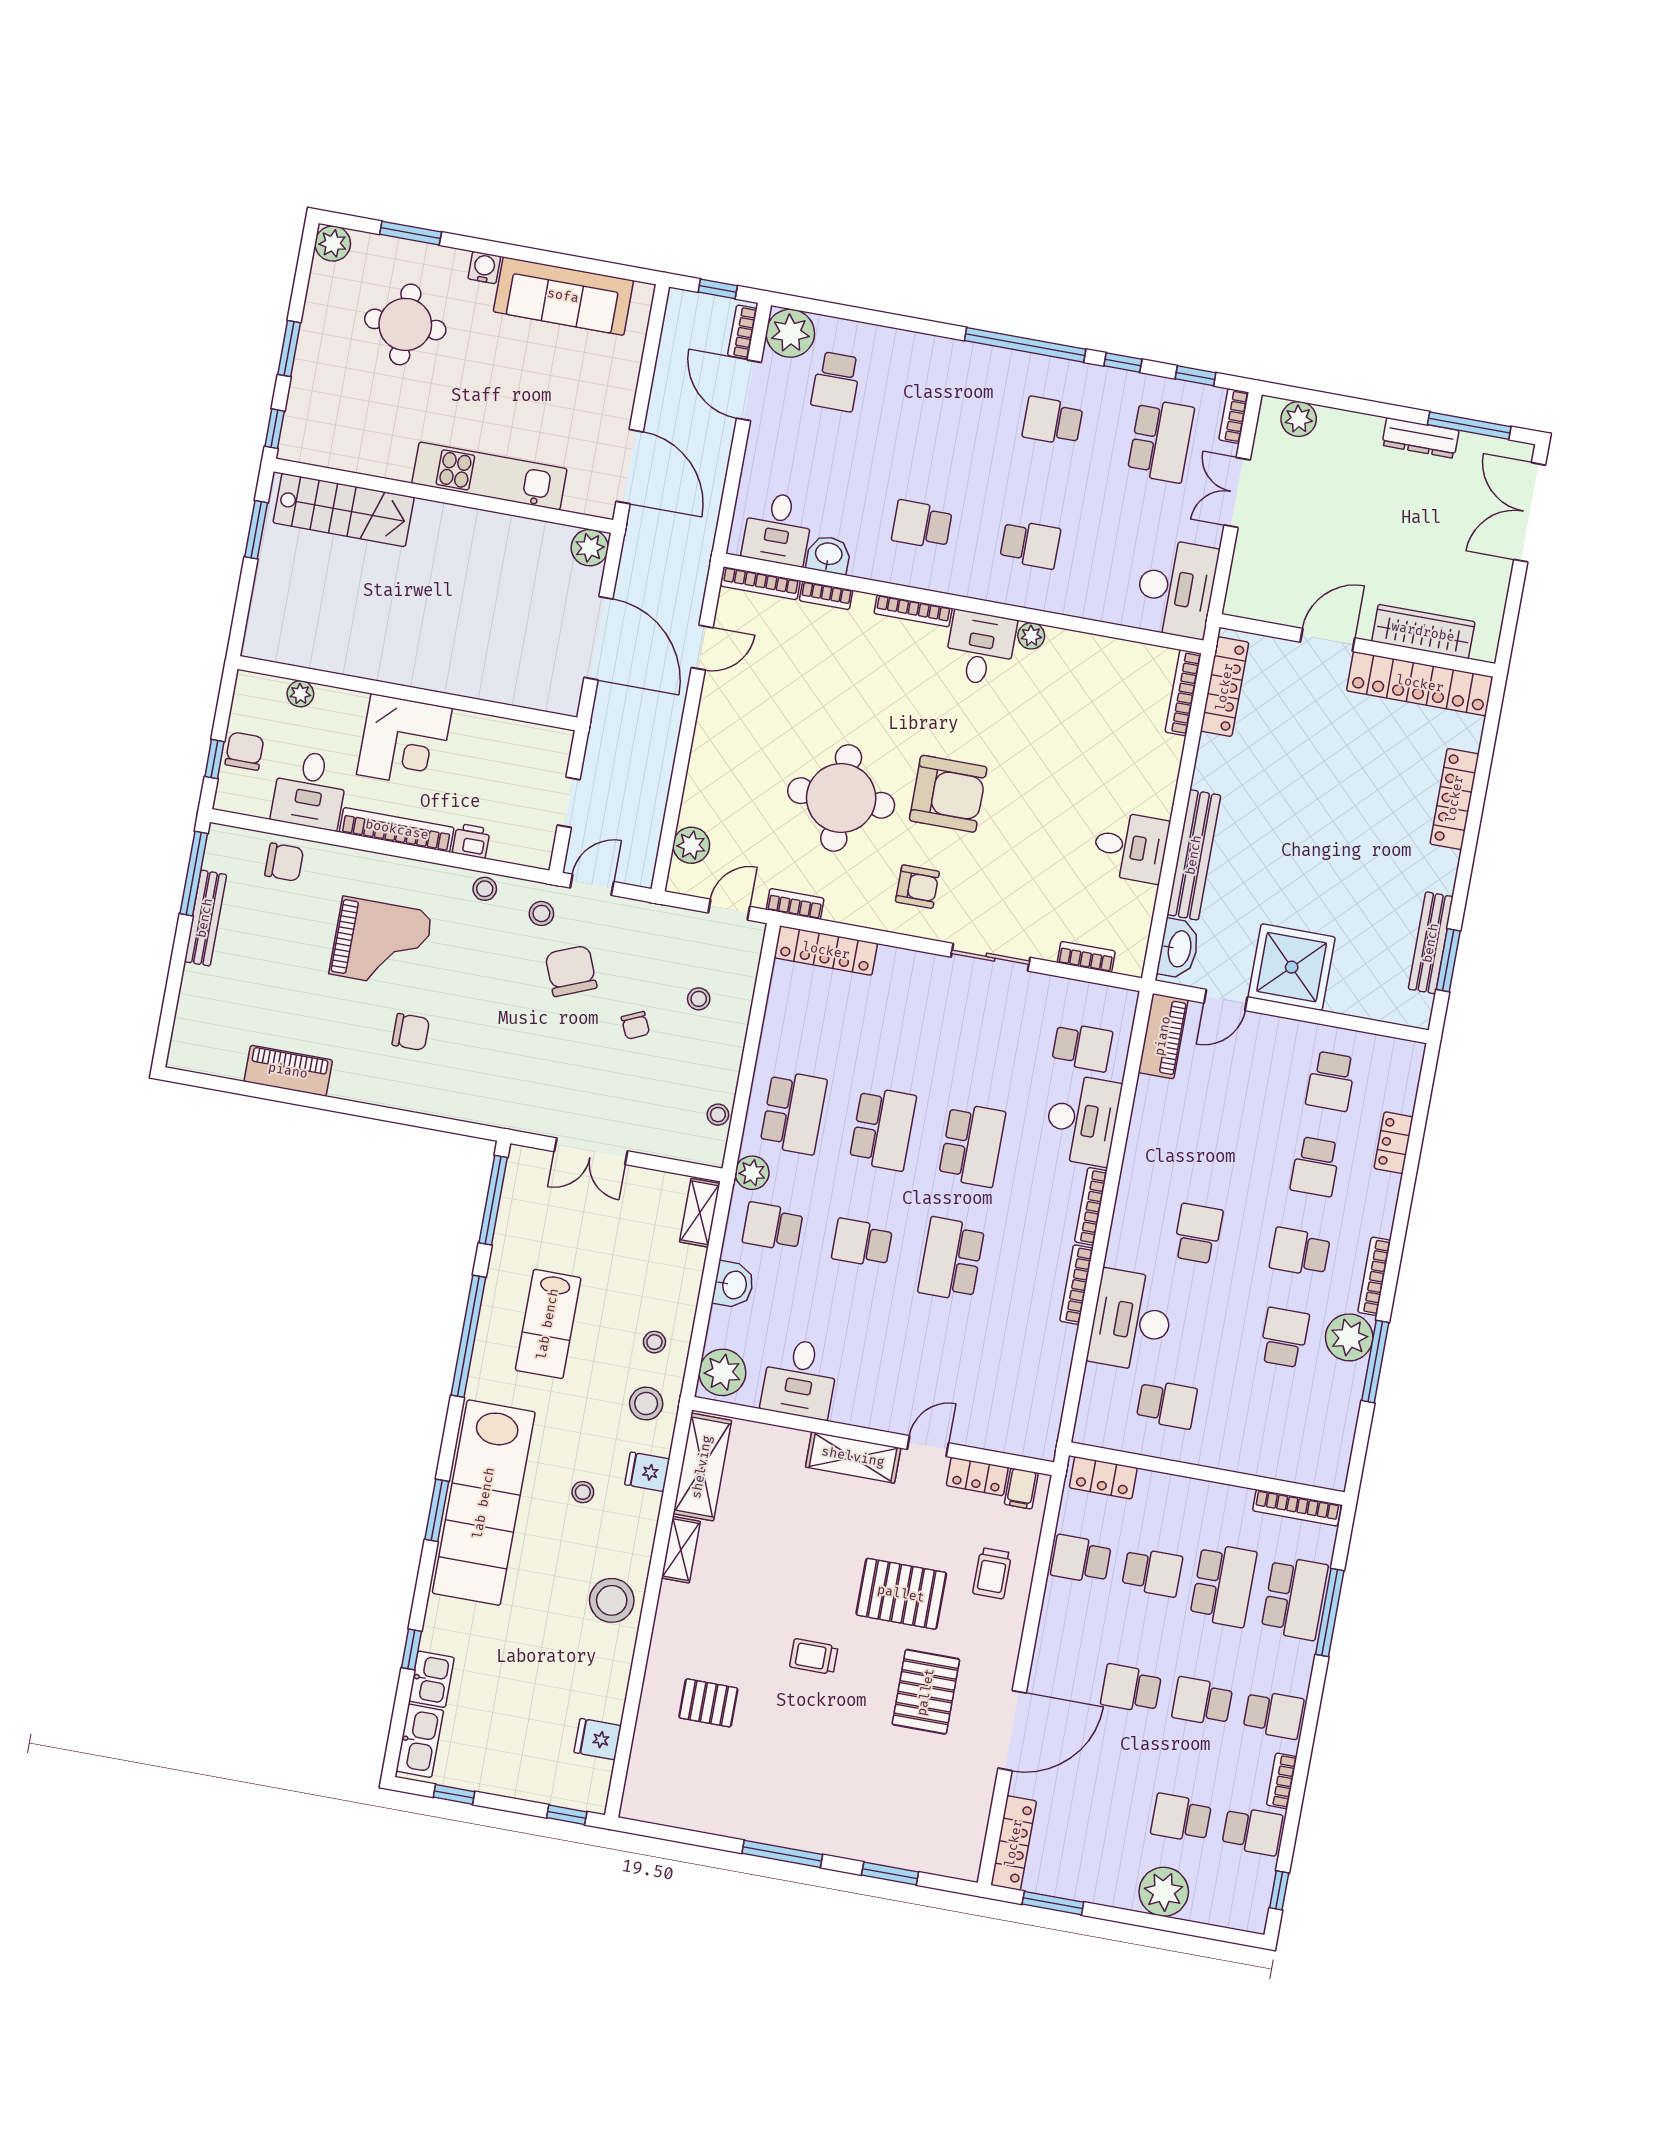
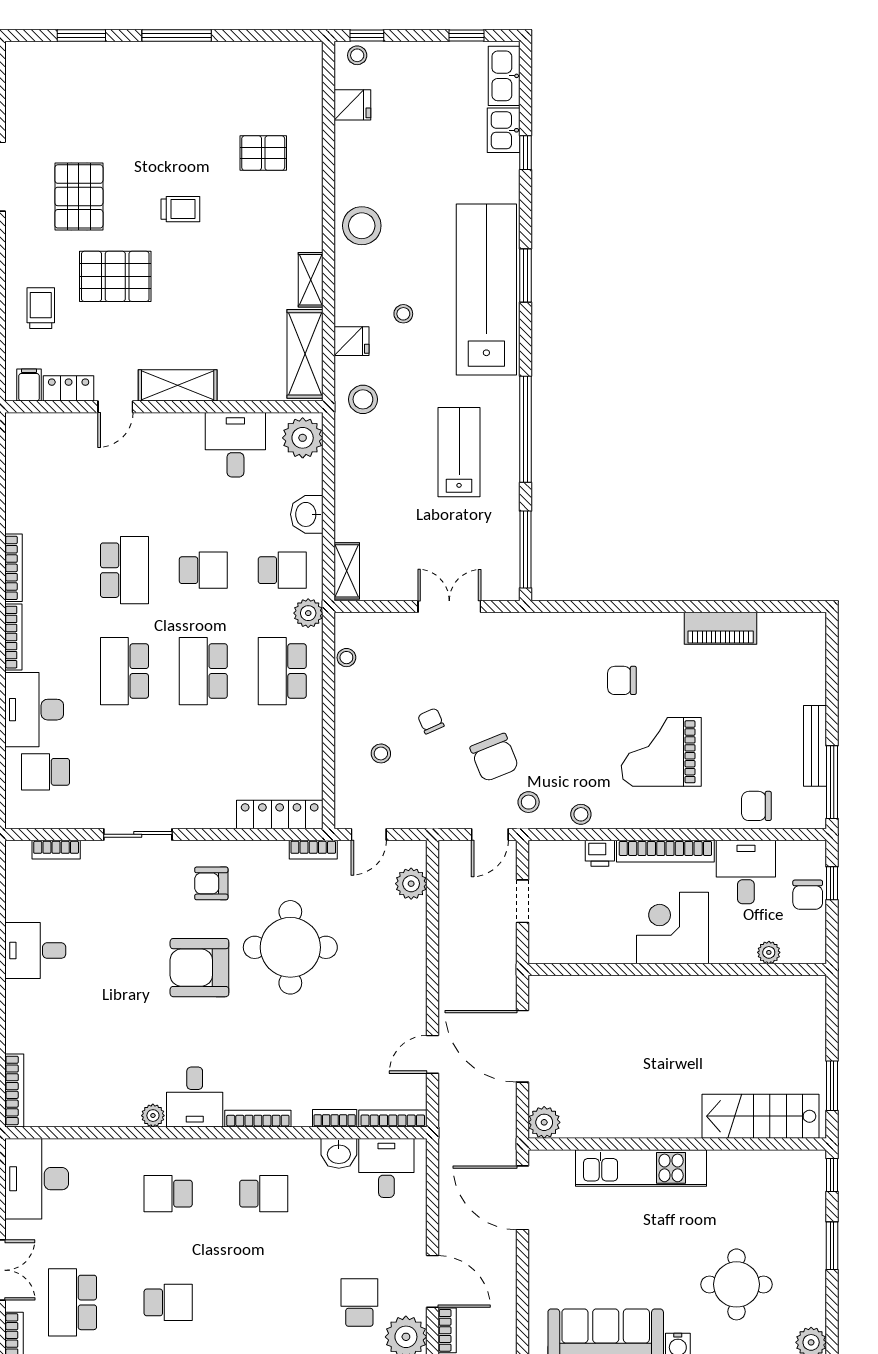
stool: (654, 1342) -> (357, 55), moved

